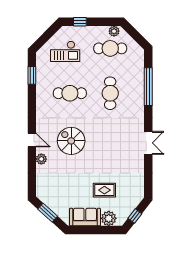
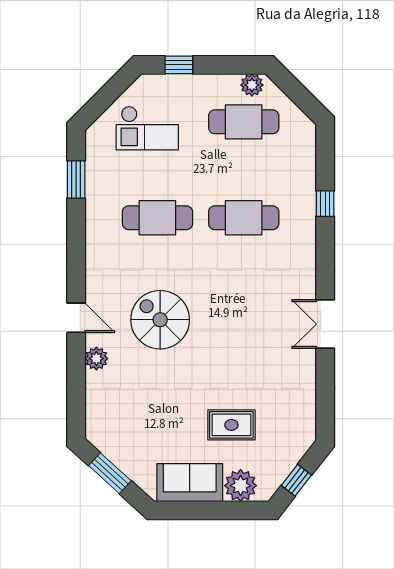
window: (148, 87) -> (325, 204), width x0.32
cafe table: (110, 93) -> (244, 218), turned 90
double door: (148, 143) -> (325, 324), swing flipped

